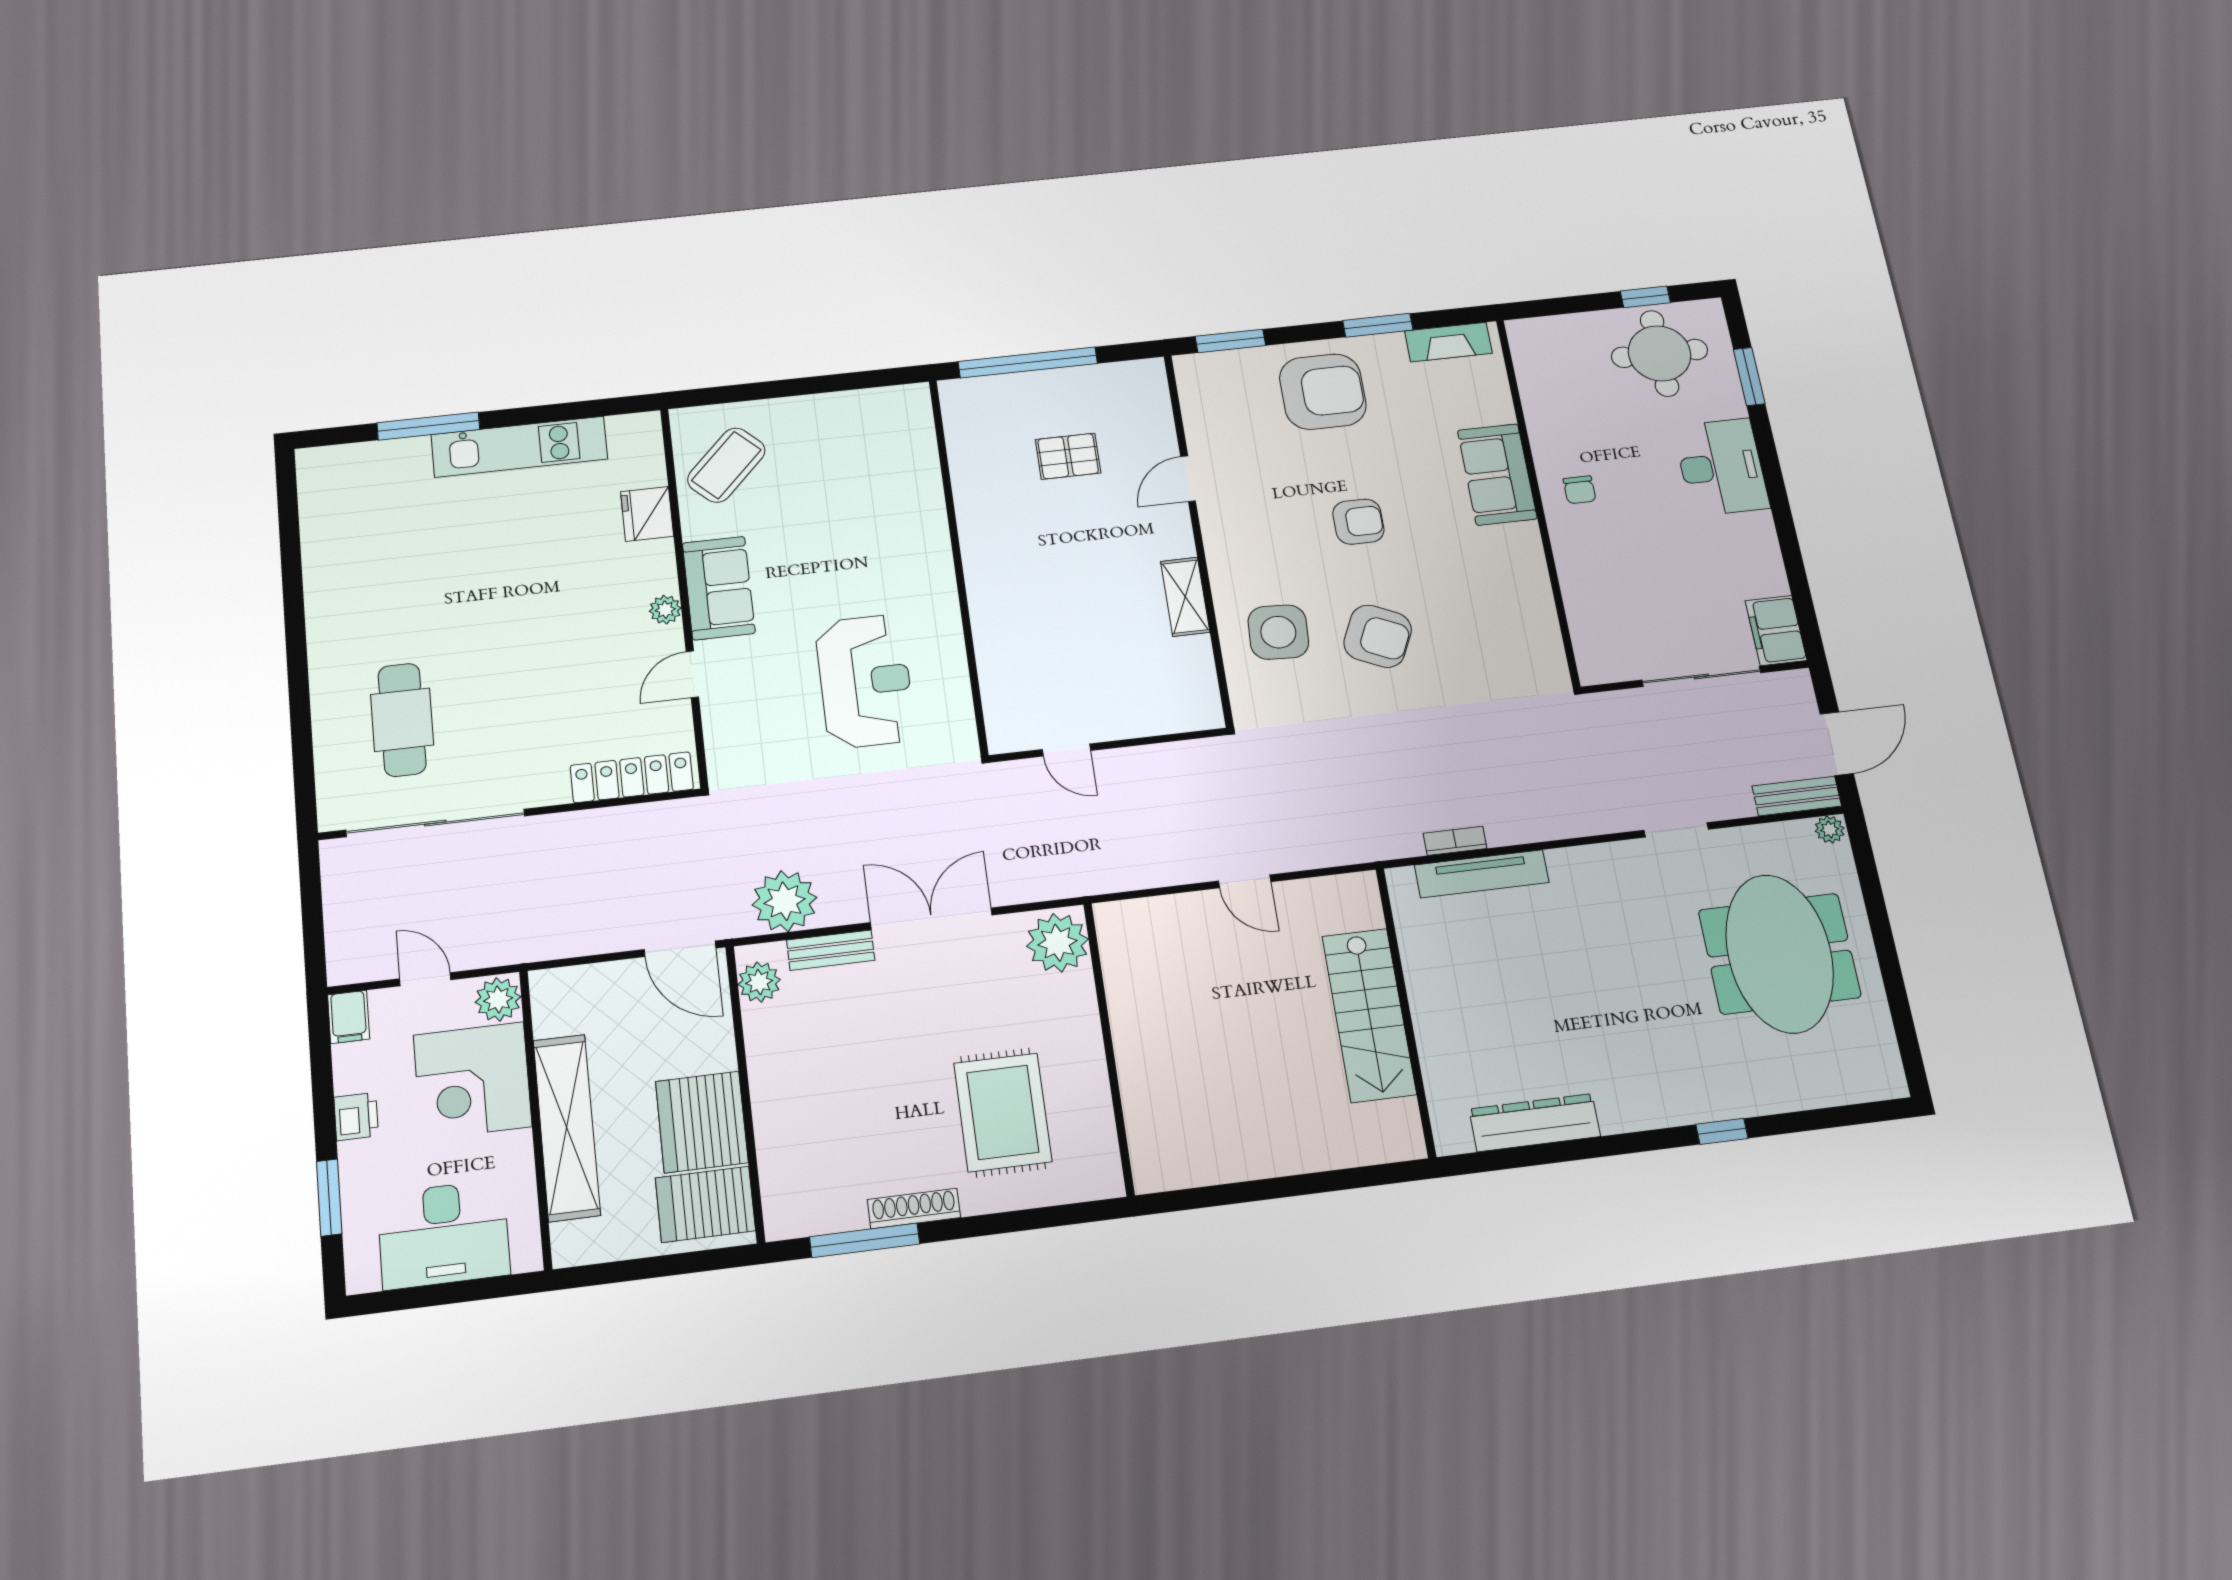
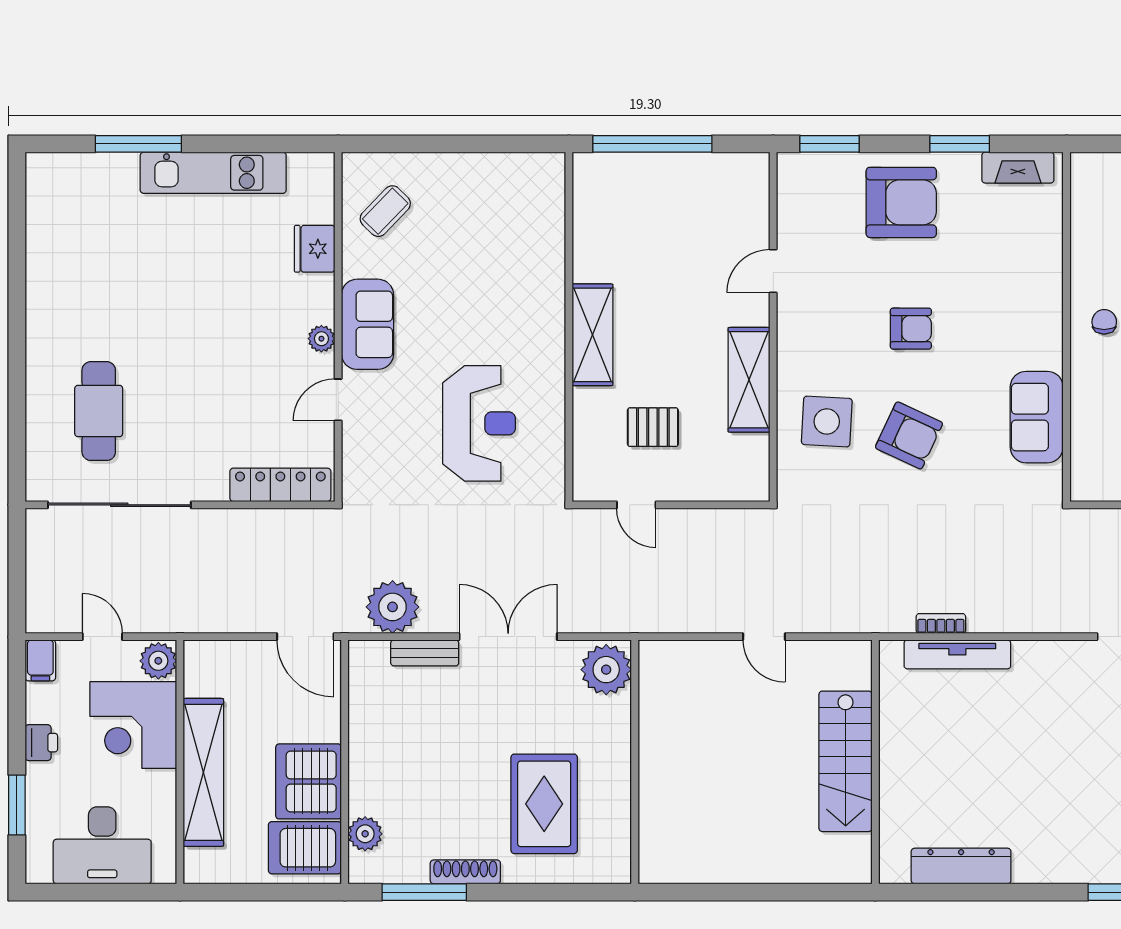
pallet: (1068, 456) -> (653, 427), moved
coffee table: (726, 465) -> (385, 211), width x0.73, depth x0.77
sofa: (1497, 474) -> (1037, 417), moved
chair: (1580, 490) -> (1104, 322), turned 180
shelving: (987, 570) -> (592, 335), added
shelving: (1185, 597) -> (749, 380), width x1.50, depth x1.33
plant: (759, 982) -> (365, 834), moved

